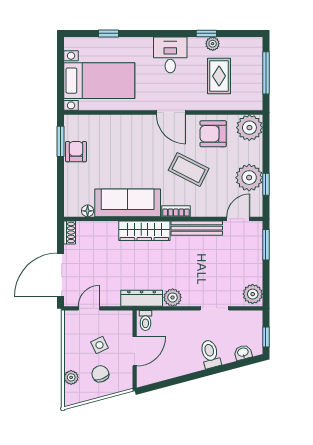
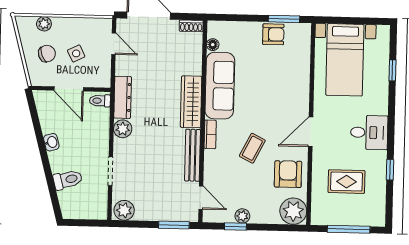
plant: (213, 44) -> (379, 176), removed
coffee table: (189, 169) -> (252, 148), width x0.73, depth x0.77
plant: (249, 178) -> (242, 216), width x0.53, depth x0.53
window: (266, 337) -> (80, 223), removed
washbasin: (243, 353) -> (51, 142), moved
toilet: (210, 354) -> (68, 180), moved

